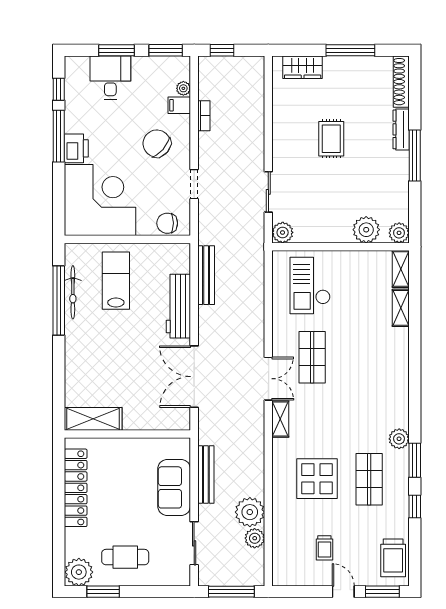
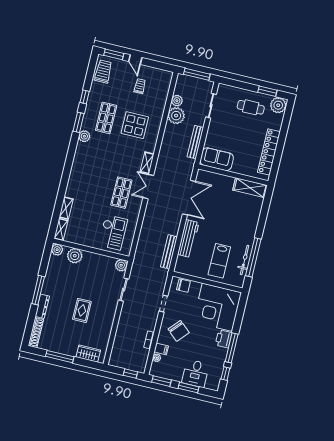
sofa: (174, 487) -> (217, 159), moved, turned -90

